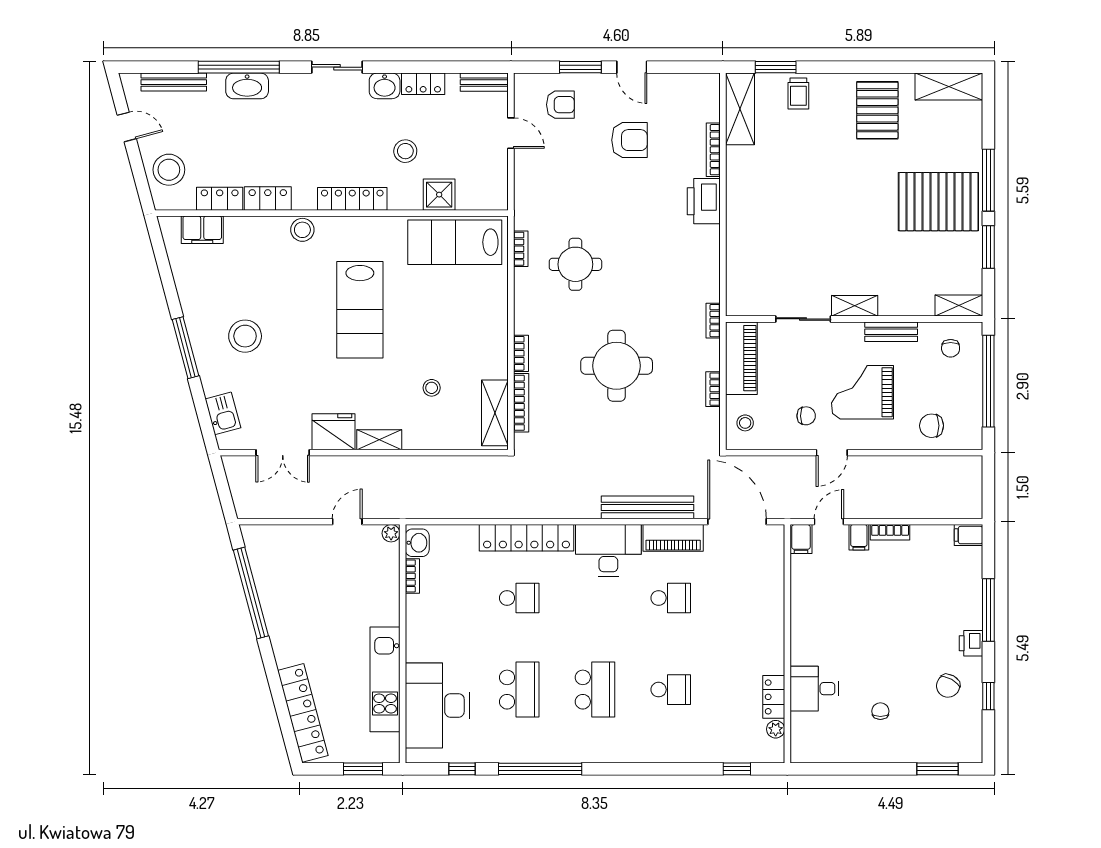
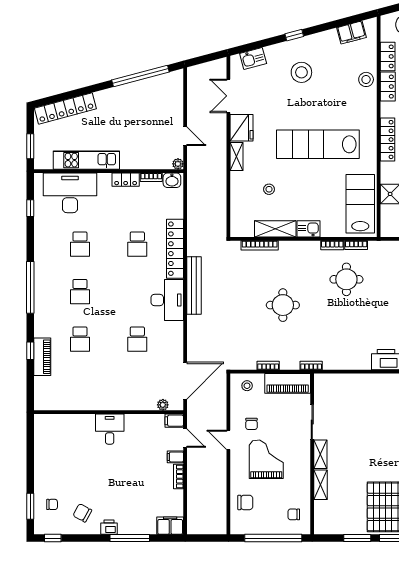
filing cabinet: (202, 230) -> (352, 32), moved, turned -105
stool: (302, 230) -> (366, 79), moved
shelving: (959, 306) -> (321, 485), moved
lab bench: (360, 310) -> (318, 144), width x1.36
kitchen sink: (495, 325) -> (308, 229), added
bench: (891, 332) -> (304, 477), removed
window: (186, 348) -> (294, 35), width x0.46
bookcase: (521, 353) -> (332, 245), moved
round table: (617, 366) -> (283, 305), width x0.73, depth x0.73
shelving: (495, 413) -> (275, 229), moved
chair: (932, 426) -> (245, 502), turned 90
bench: (647, 507) -> (194, 286), moved
filing cabinet: (969, 535) -> (170, 526), width x2.00
piano: (673, 538) -> (42, 357), moved, turned 180
desk: (814, 689) -> (110, 429), moved
school desk: (519, 690) -> (80, 244), width x0.54
school desk: (595, 690) -> (80, 292), width x0.54
window: (988, 696) -> (53, 538), moved
locker: (774, 697) -> (126, 180), moved, turned 180
chair: (880, 711) -> (52, 504), moved
plant: (776, 729) -> (163, 405), moved
window: (540, 769) -> (30, 287), moved
window: (737, 769) -> (30, 351), moved

